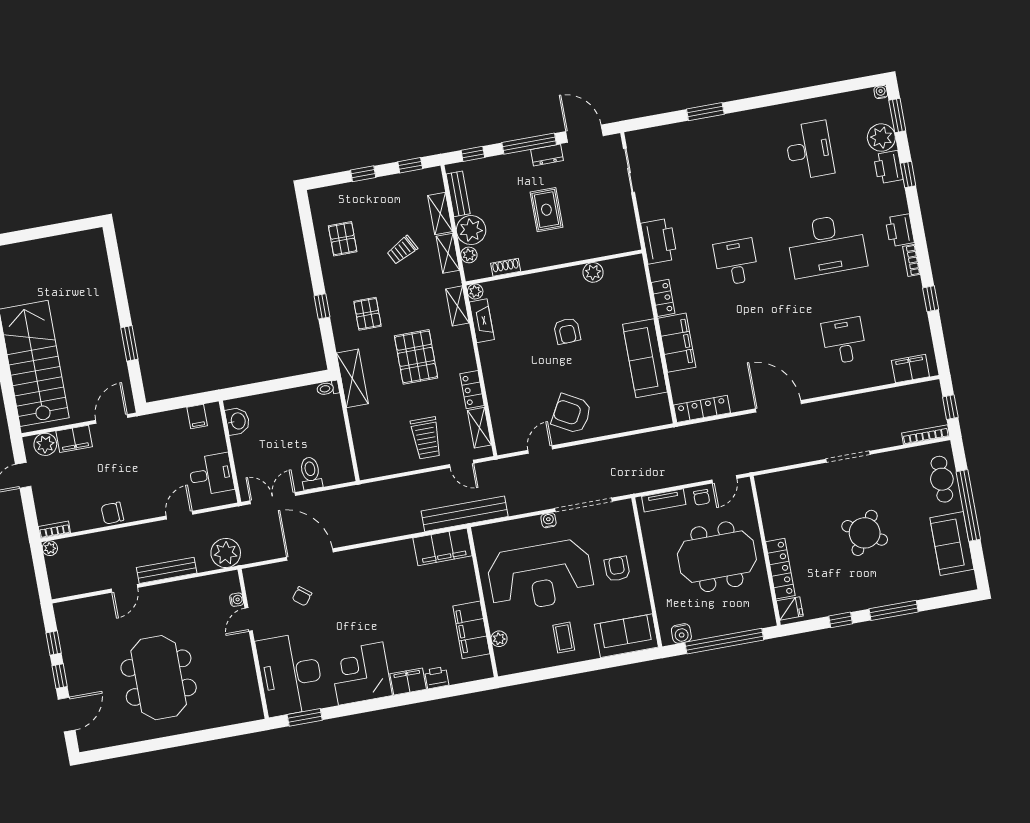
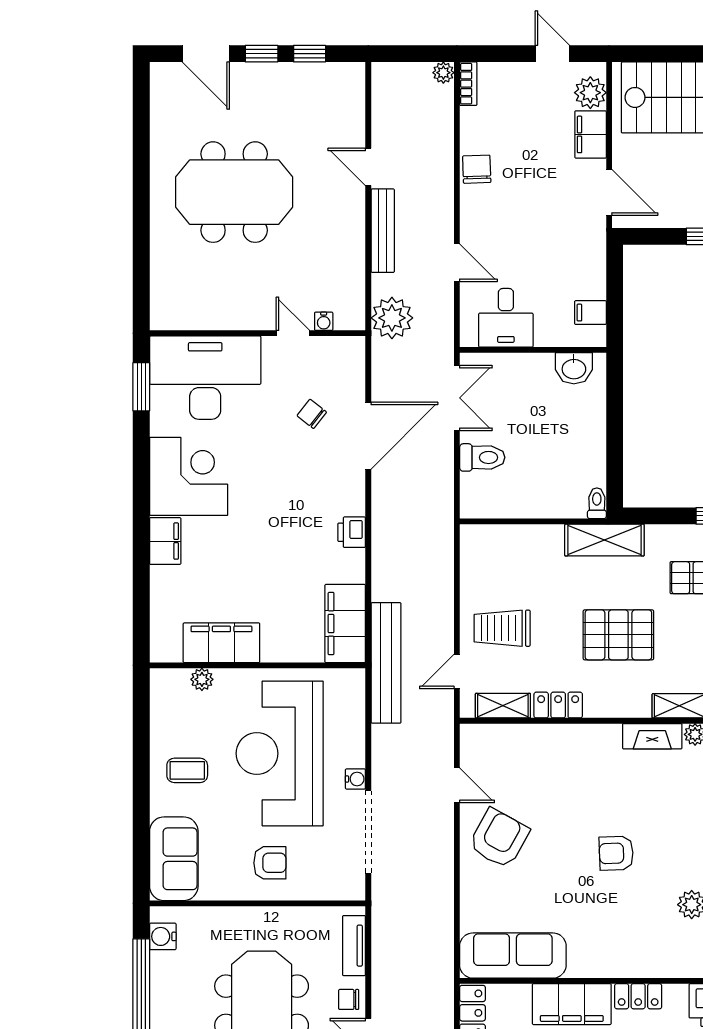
sofa: (645, 358) -> (513, 956), moved
printer: (437, 678) -> (352, 532), moved, turned 180

